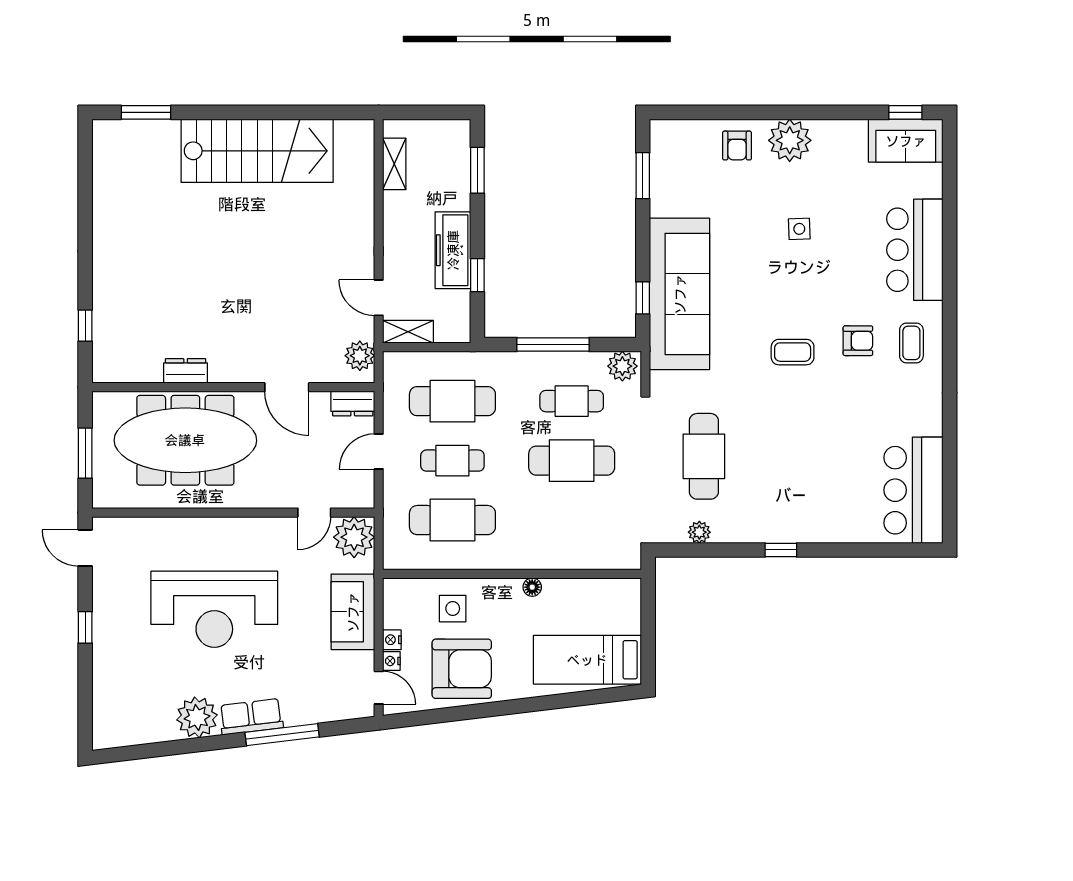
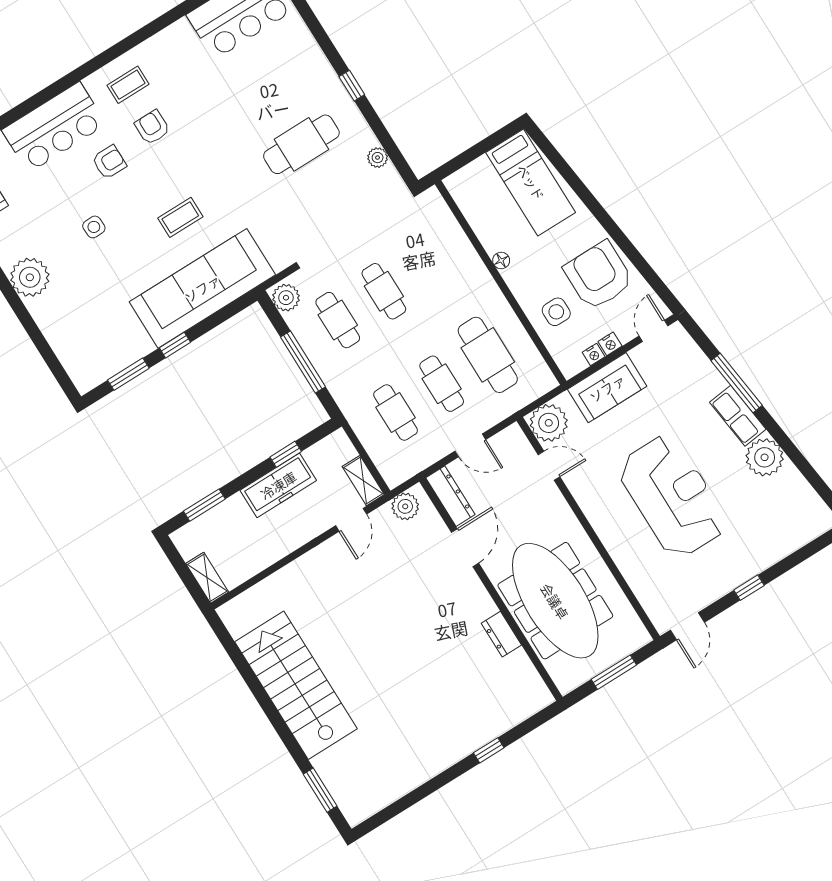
armchair: (737, 146) -> (109, 162), moved
shelving: (394, 164) -> (207, 578), moved, turned 90
window: (643, 298) -> (175, 345), moved
window: (85, 326) -> (489, 750), moved
coffee table: (793, 352) -> (180, 217), moved, turned 90
cafe table: (452, 401) -> (396, 413), width x0.73, depth x0.74
dresser: (353, 404) -> (450, 496), width x1.44
cafe table: (704, 456) -> (301, 144), moved
cafe table: (572, 461) -> (384, 291), width x0.73, depth x0.74
nightstand: (391, 661) -> (594, 354), moved

